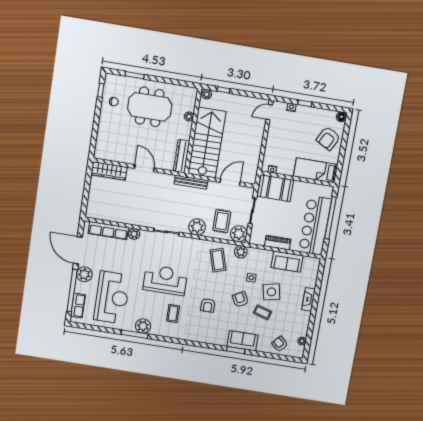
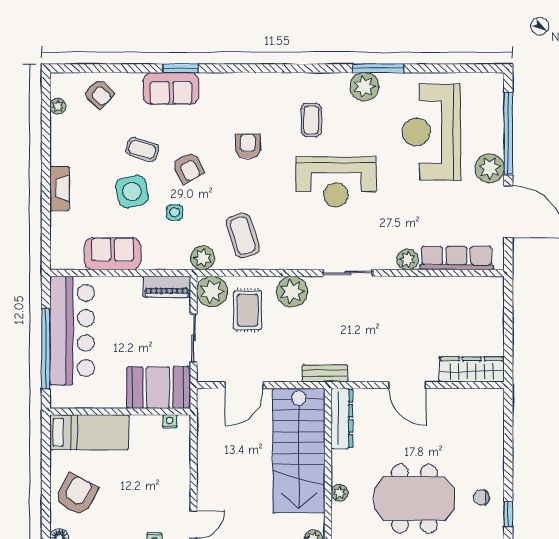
bench: (191, 182) -> (325, 373), width x0.73
piano: (278, 243) -> (167, 287), moved
row of seats: (78, 305) -> (493, 107), removed

